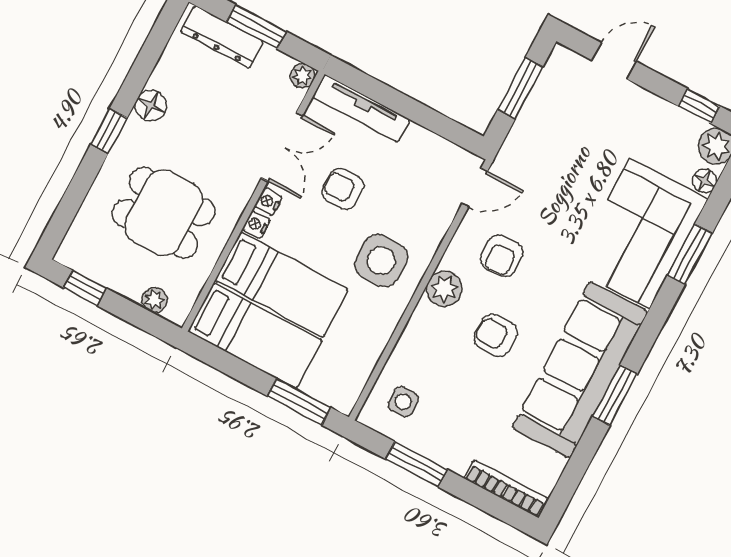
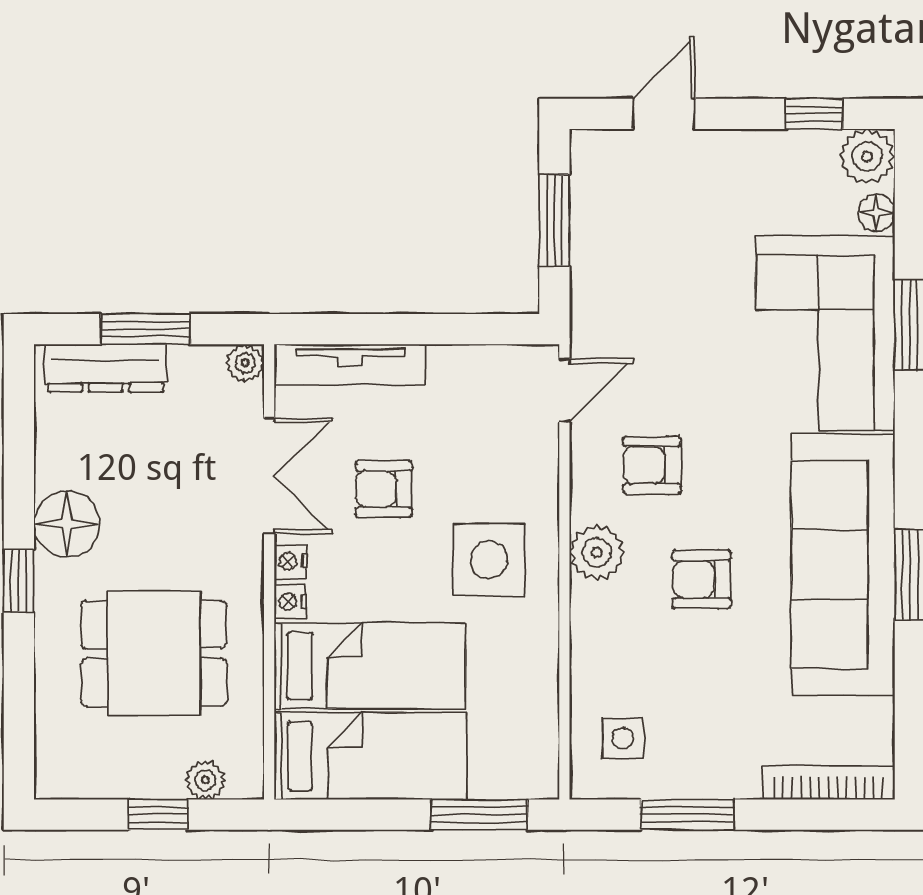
floor lamp: (151, 106) -> (67, 524), width x1.38, depth x1.38
armchair: (502, 256) -> (652, 465), turned 93
window: (85, 288) -> (158, 815), moved

